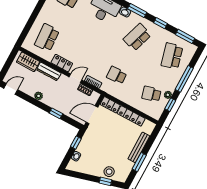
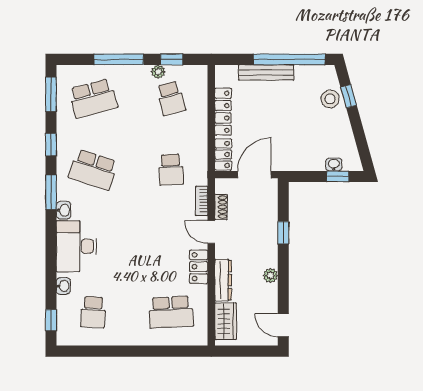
door: (92, 115) -> (254, 175), swing flipped
window: (76, 143) -> (338, 176), moved
window: (139, 162) -> (289, 59), width x2.11

